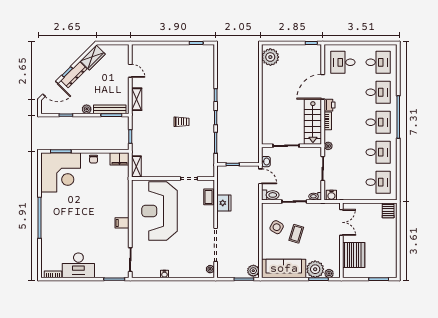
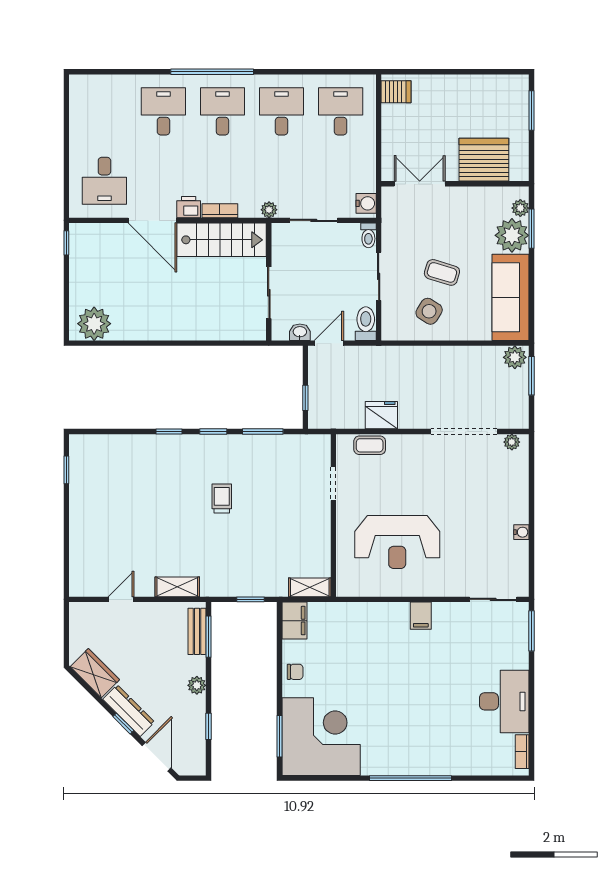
desk: (378, 62) -> (104, 111), removed
bench: (110, 109) -> (197, 631), width x0.73
reception desk: (159, 211) -> (397, 542), width x0.74, depth x0.77

